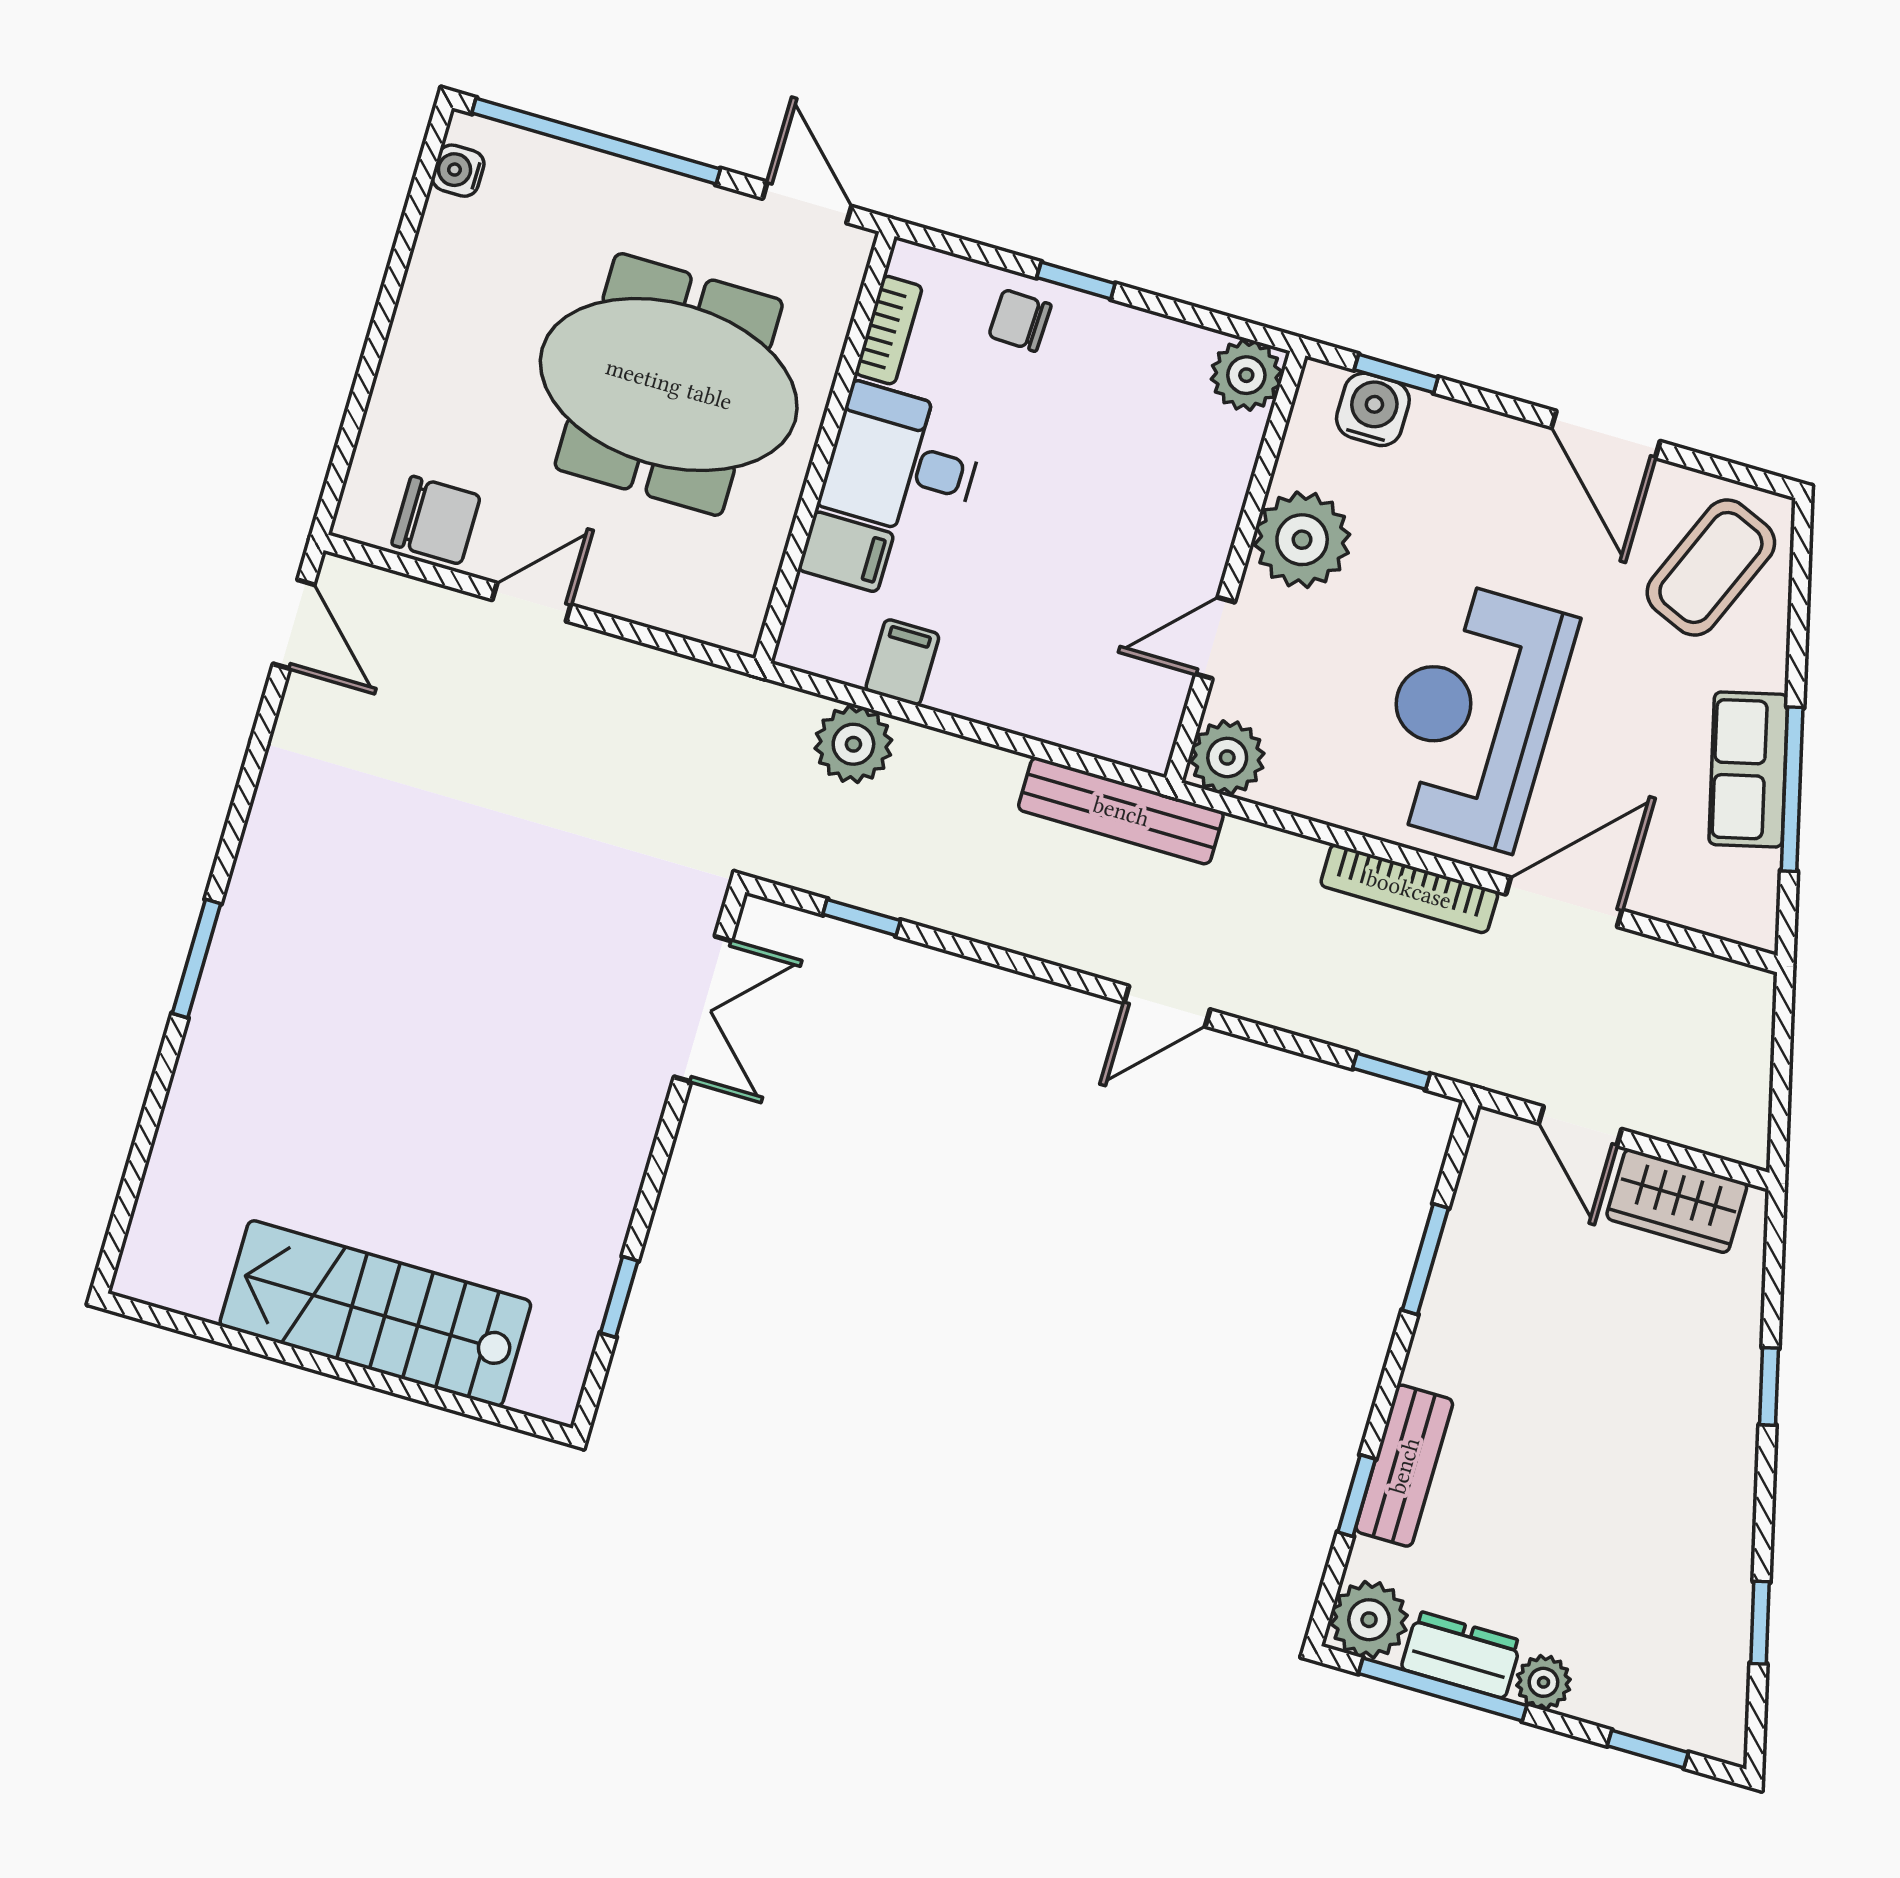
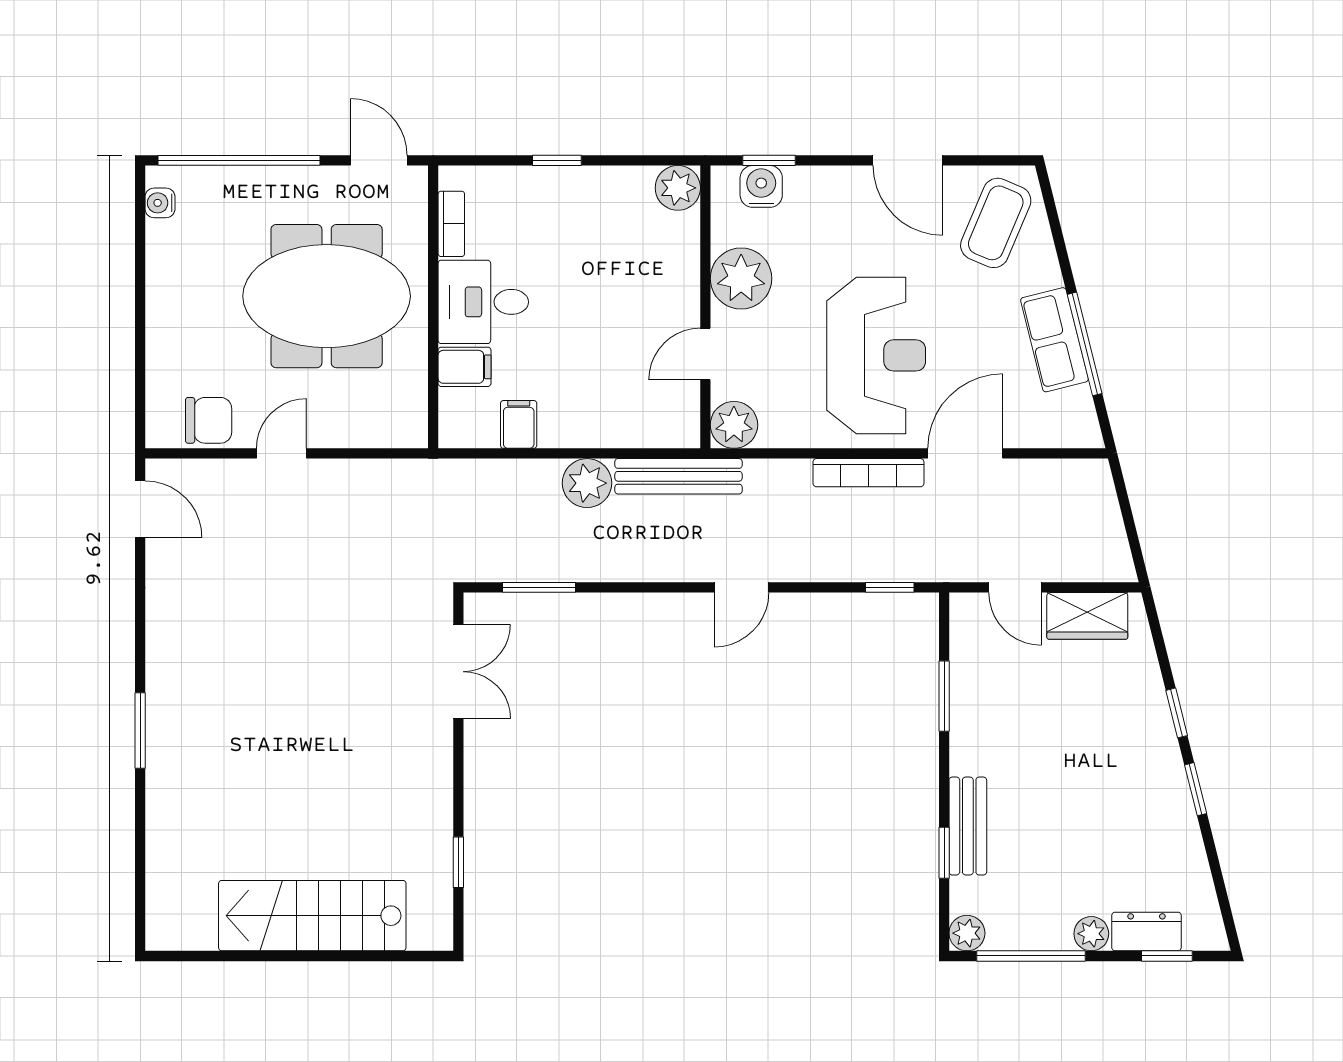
chair: (1020, 320) -> (530, 195), removed
reception desk: (1472, 715) -> (876, 355), turned 180
plant: (853, 744) -> (587, 483), moved
window: (862, 917) -> (539, 587), width x1.50
plant: (1369, 1620) -> (967, 933), width x0.73, depth x0.73
window: (1760, 1623) -> (1196, 789), moved
dresser: (1461, 1655) -> (1147, 932), moved

